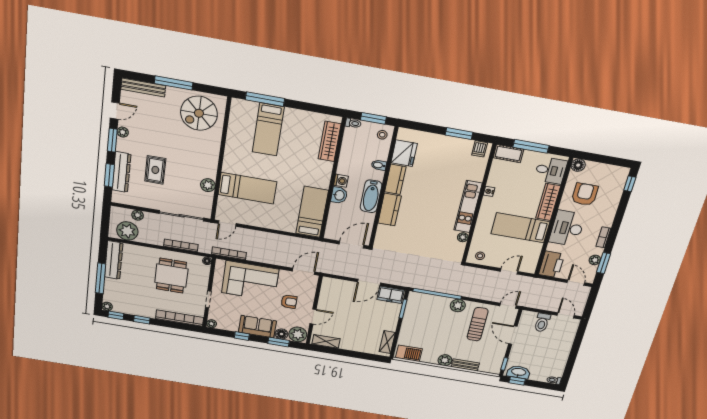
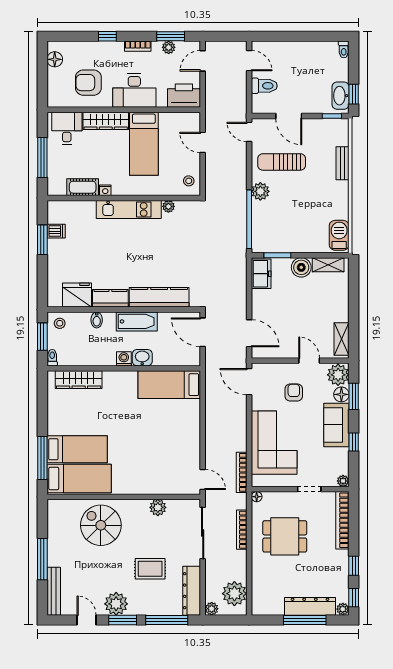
spiral stairs: (199, 113) -> (101, 525), moved, turned 180
plant: (123, 132) -> (116, 604), width x1.88, depth x1.88
dishwasher: (480, 149) -> (56, 231), moved
cot: (508, 154) -> (83, 187), moved, turned 90
floor lamp: (578, 165) -> (55, 59), moved
dresser: (121, 172) -> (192, 591), moved, turned -90
window: (109, 175) -> (167, 620), width x1.44
window: (630, 184) -> (107, 36), moved
bed: (247, 188) -> (79, 478), moved, turned 90
kitchen counter: (390, 210) -> (159, 297), width x1.50
plant: (138, 215) -> (212, 609), moved
dresser: (114, 260) -> (310, 606), moved
door: (369, 282) -> (249, 333), moved
door: (566, 315) -> (249, 61), swing flipped
boiler: (389, 324) -> (301, 267), added
door: (513, 335) -> (289, 116), hinge flipped
plant: (445, 360) -> (341, 189), removed

